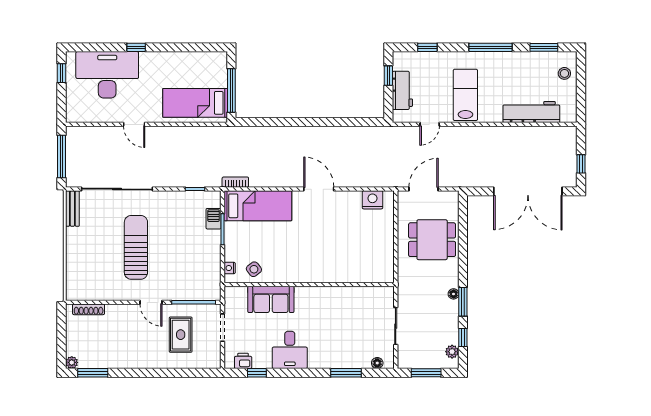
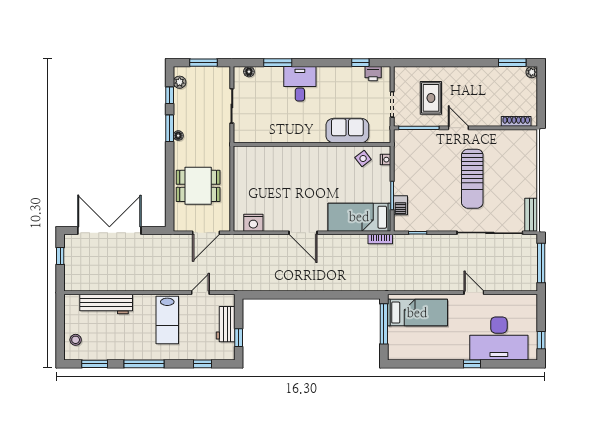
desk: (290, 350) -> (300, 84), moved

